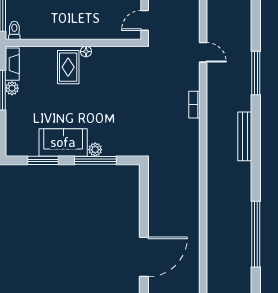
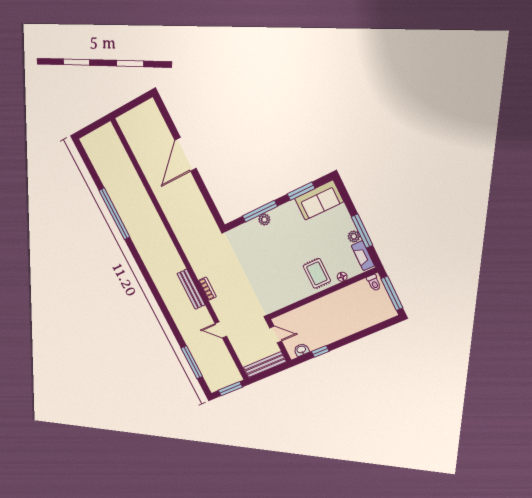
door: (145, 20) -> (276, 334), hinge flipped
floor lamp: (86, 52) -> (342, 277), moved
window: (256, 73) -> (192, 362), moved
bench: (245, 136) -> (191, 289), moved
sofa: (63, 142) -> (319, 200), moved

